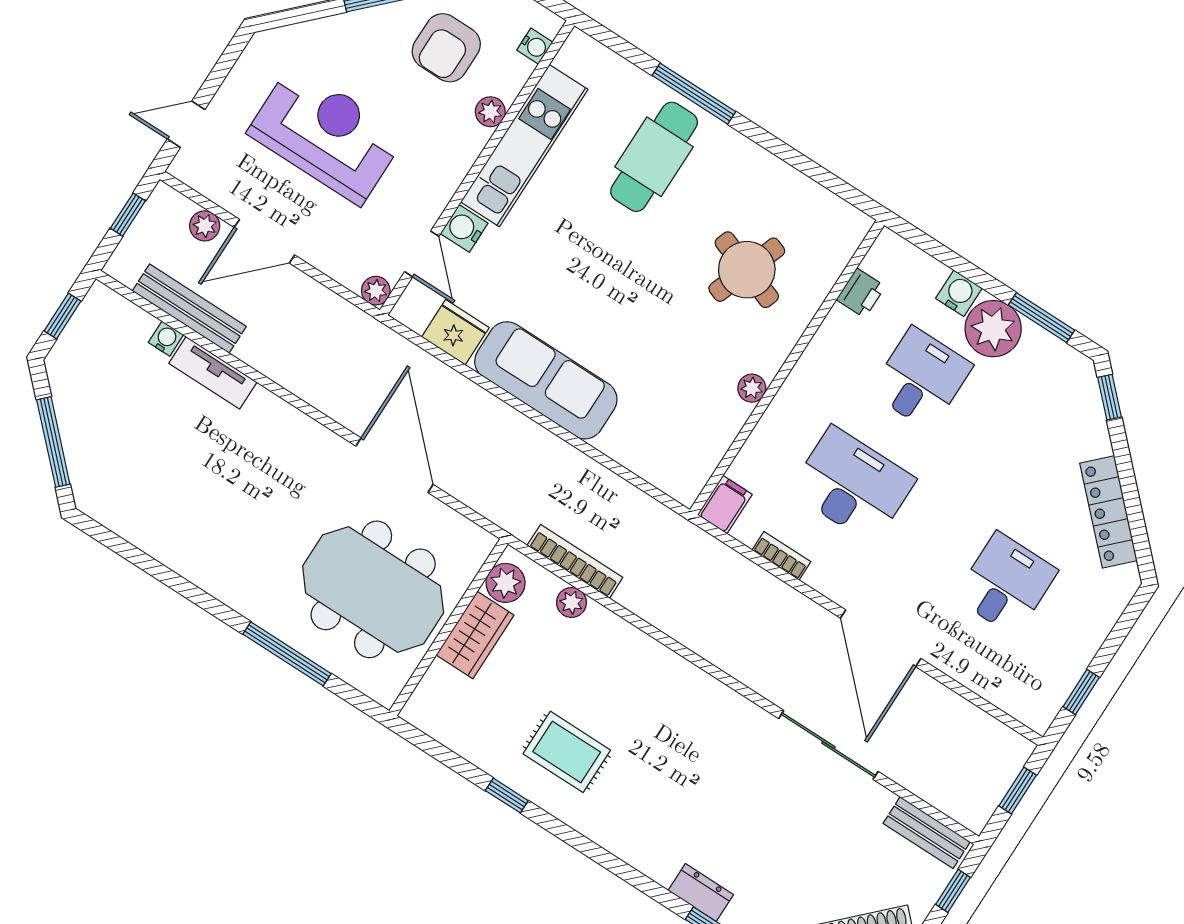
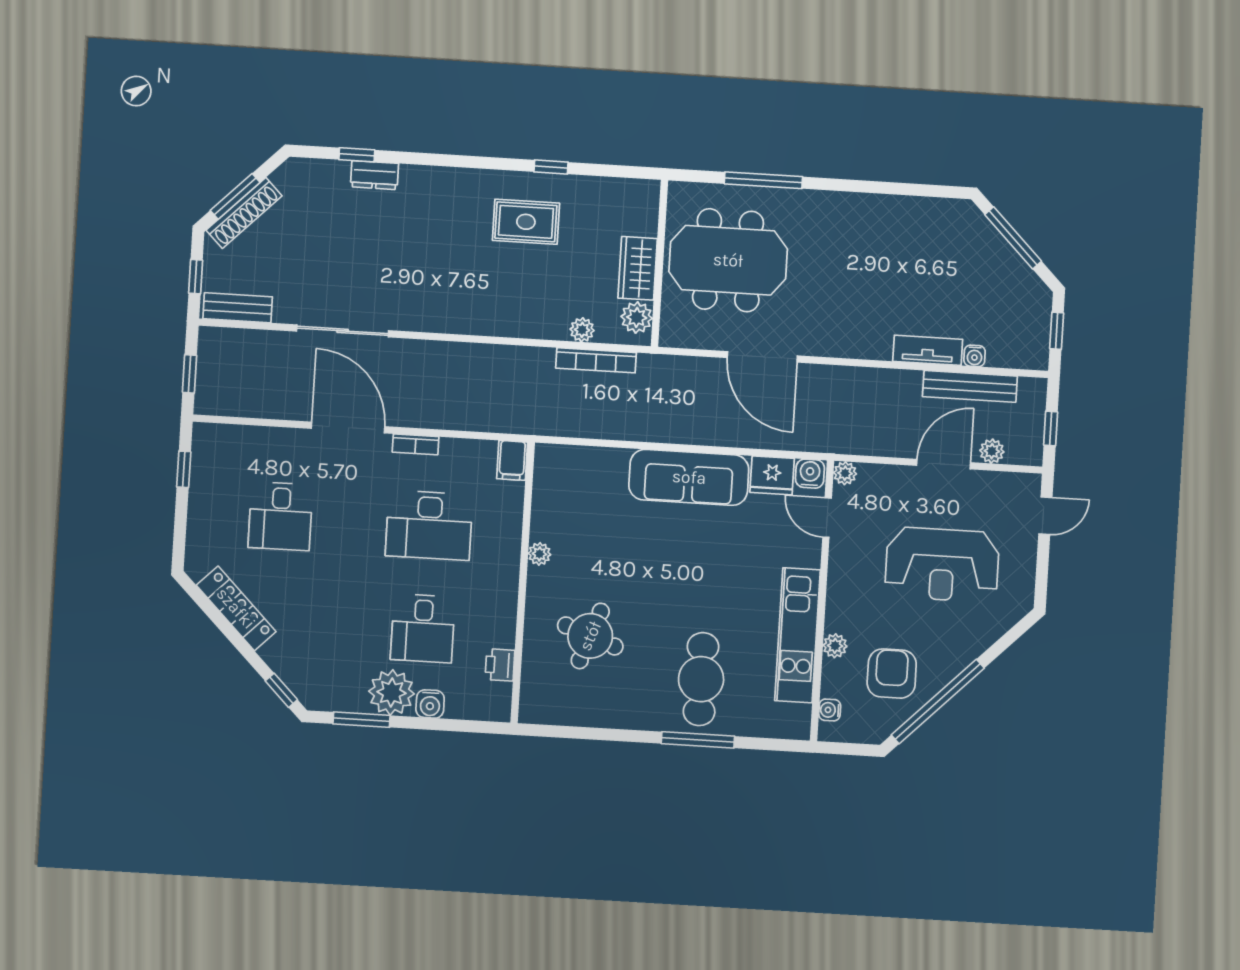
water cooler: (464, 228) -> (810, 474), moved, turned -90
bookcase: (781, 556) -> (416, 444), moved

